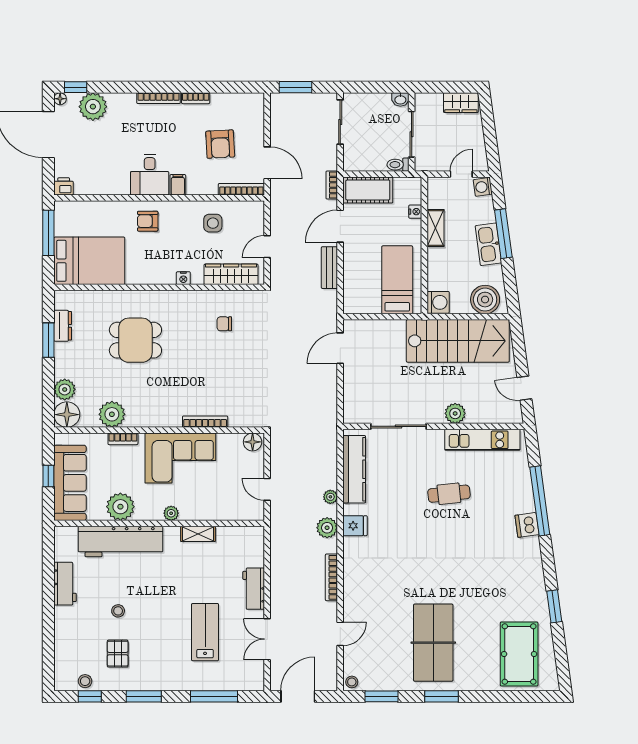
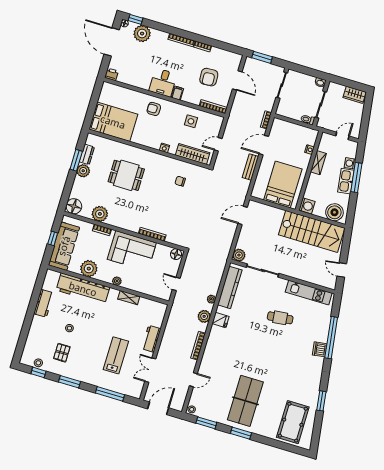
door: (267, 163) -> (237, 80), moved
washing machine: (483, 187) -> (350, 163), moved
cot: (368, 190) -> (286, 129), removed
window: (48, 233) -> (95, 99), removed
bed: (397, 280) -> (283, 184), width x1.50
plant: (65, 389) -> (83, 171), moved
plant: (455, 413) -> (239, 255), moved

